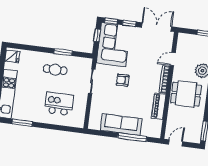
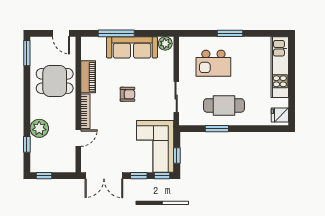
cafe table: (55, 70) -> (224, 105), width x1.37, depth x1.35
armchair: (123, 80) -> (127, 94), moved
dining table: (186, 94) -> (55, 81), moved
window: (22, 123) -> (230, 33), moved
plant: (95, 124) -> (165, 43), added
door: (175, 143) -> (61, 33), hinge flipped

